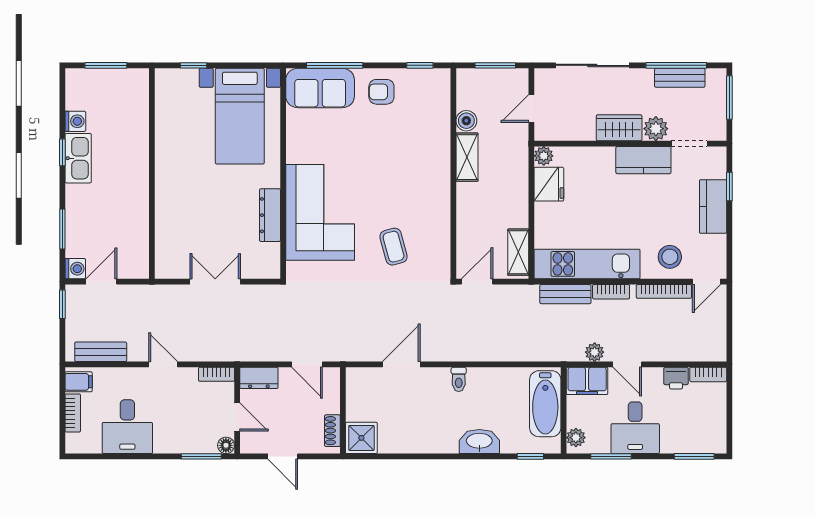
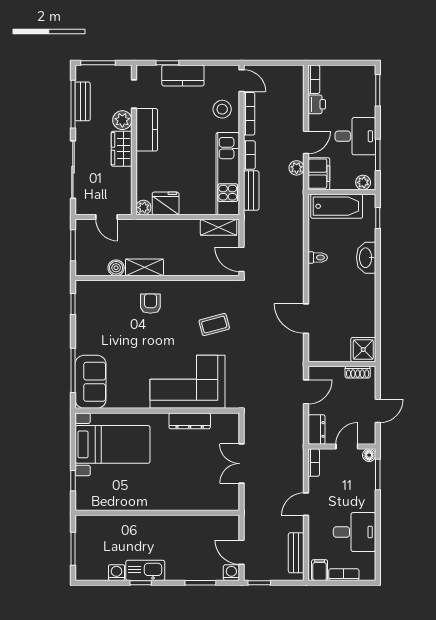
armchair: (381, 92) -> (150, 304), moved, turned 180
toilet: (459, 379) -> (318, 257), moved

